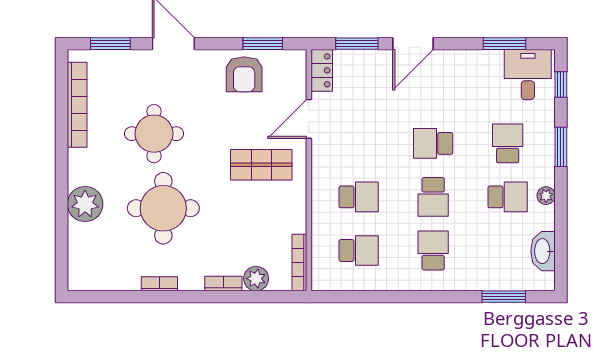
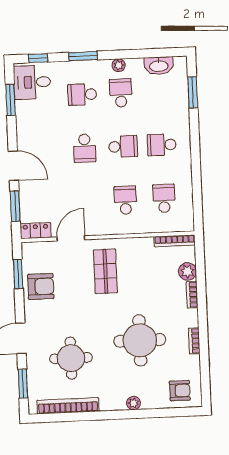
door: (309, 119) -> (71, 238), swing flipped
round table: (154, 134) -> (71, 358), moved
plant: (85, 204) -> (134, 403), width x0.53, depth x0.53
armchair: (91, 261) -> (180, 391), added

